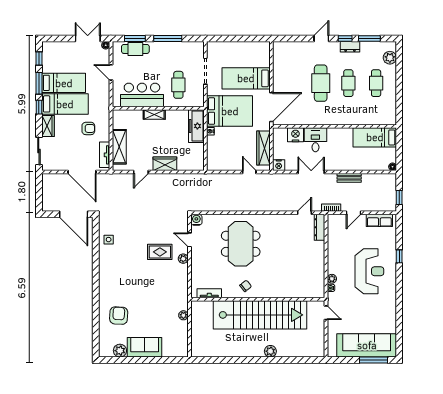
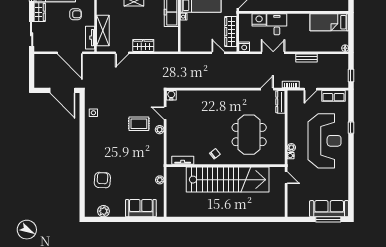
meeting table: (241, 244) -> (249, 135), moved
reception desk: (369, 271) -> (325, 141), width x1.36, depth x1.30
sofa: (367, 345) -> (329, 209), width x0.74, depth x0.79
sofa: (145, 347) -> (141, 208), moved
plant: (270, 351) -> (237, 212), removed

